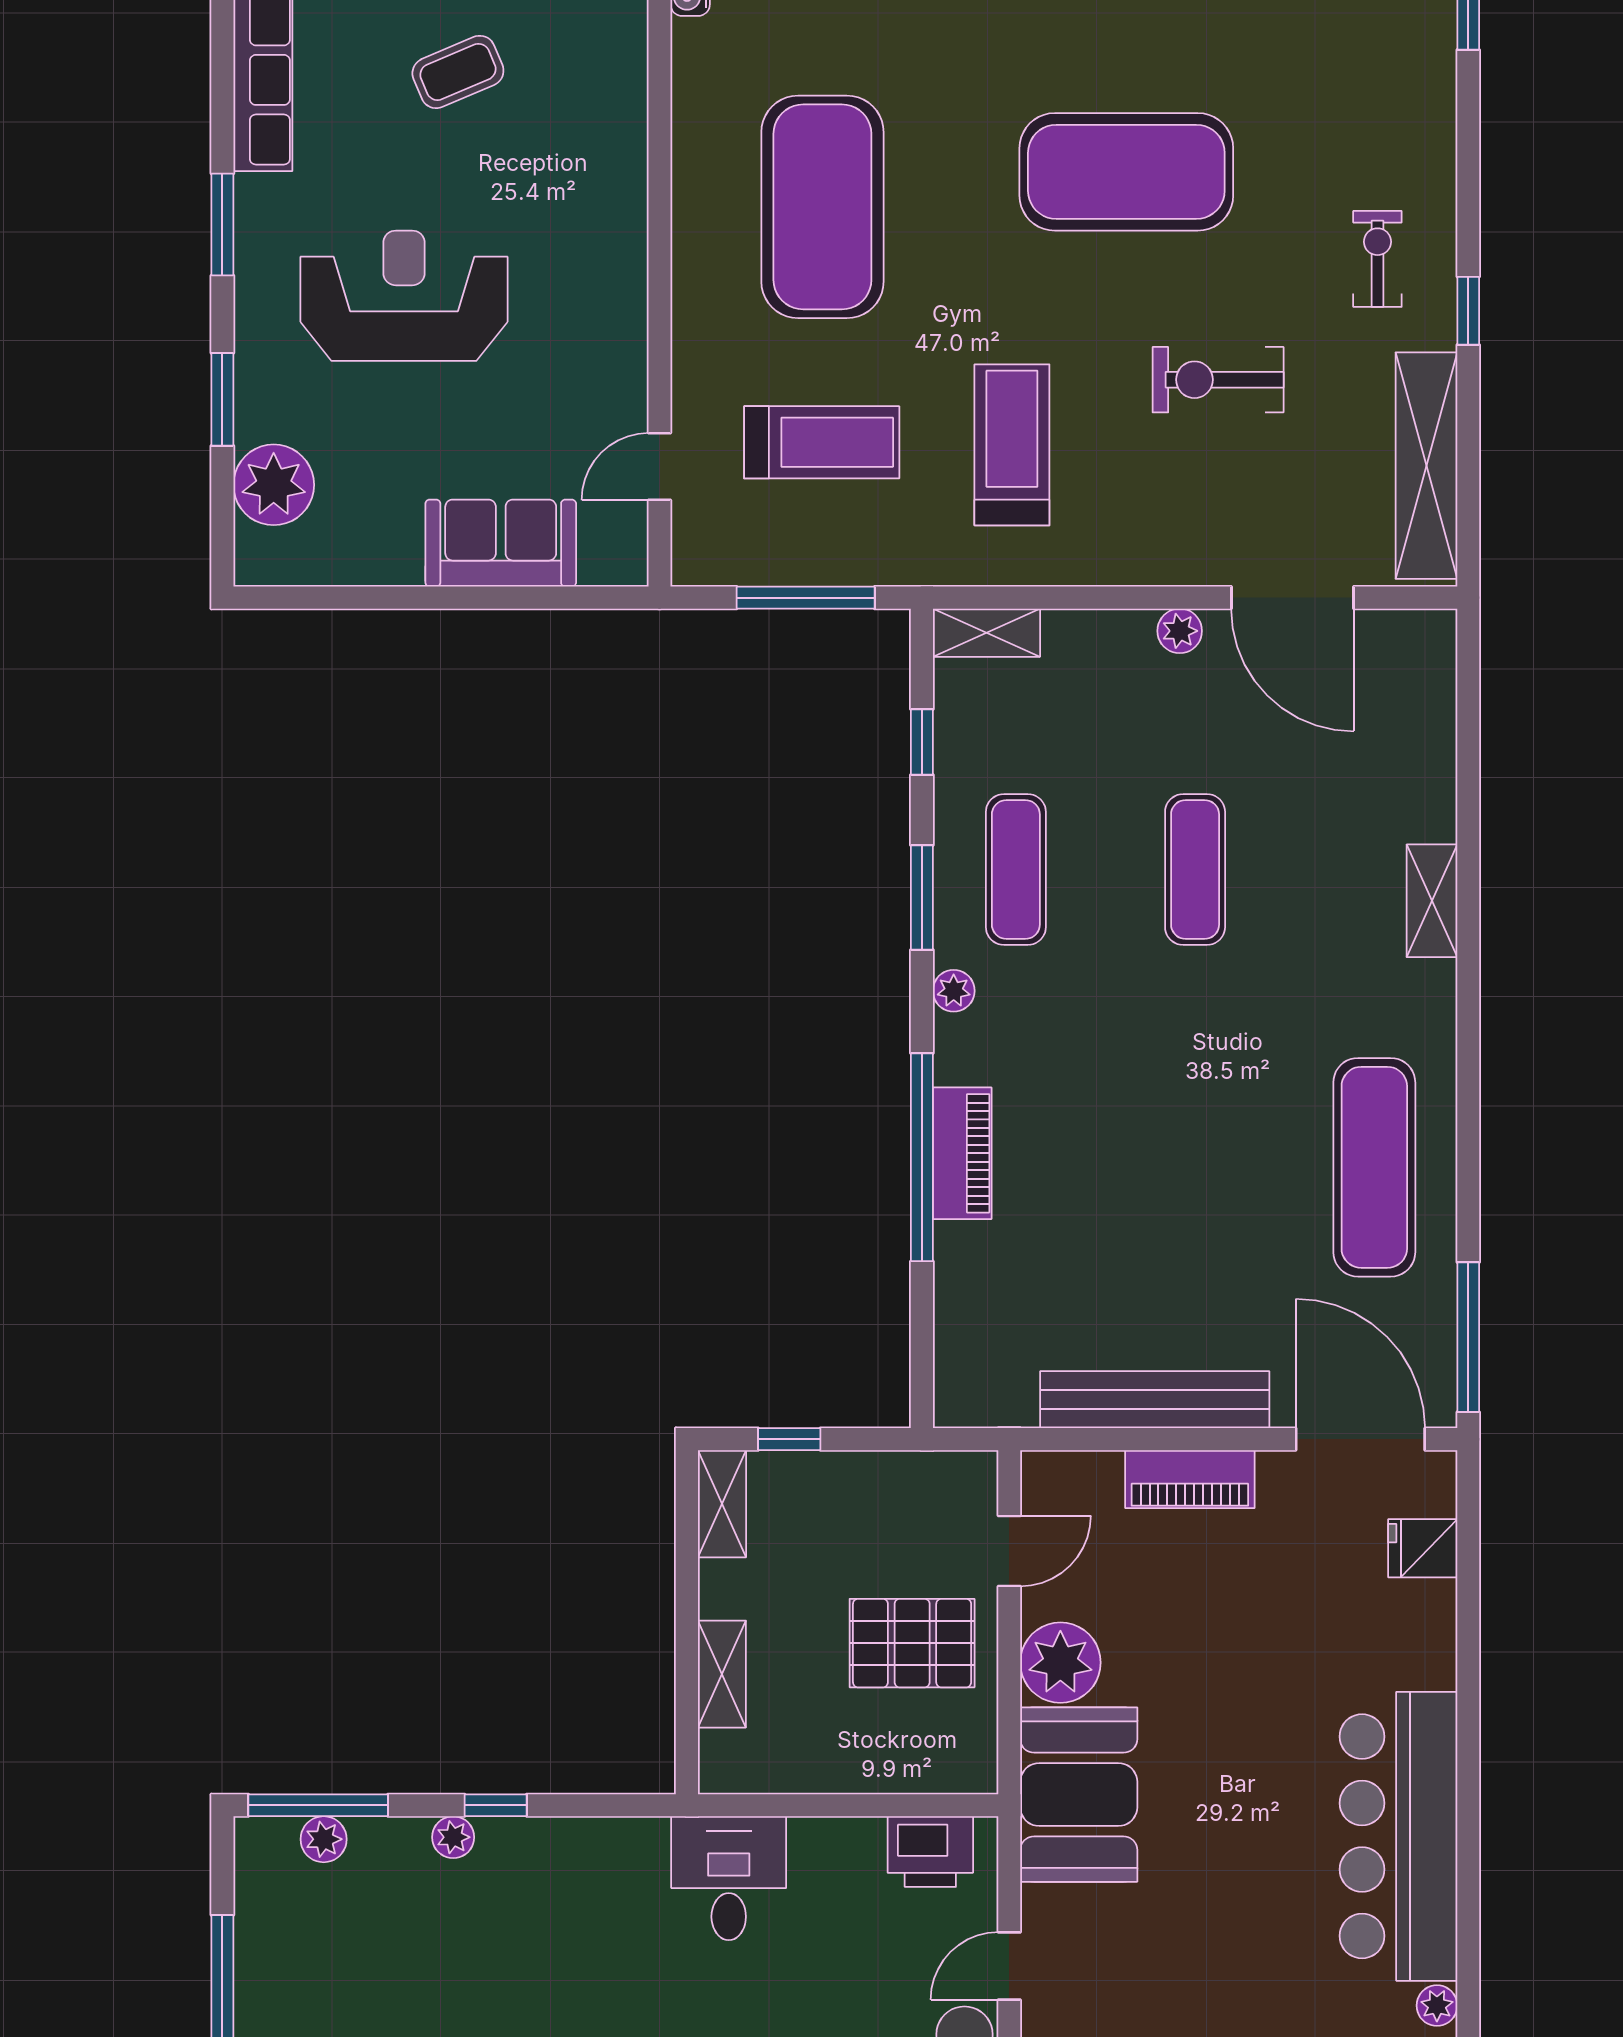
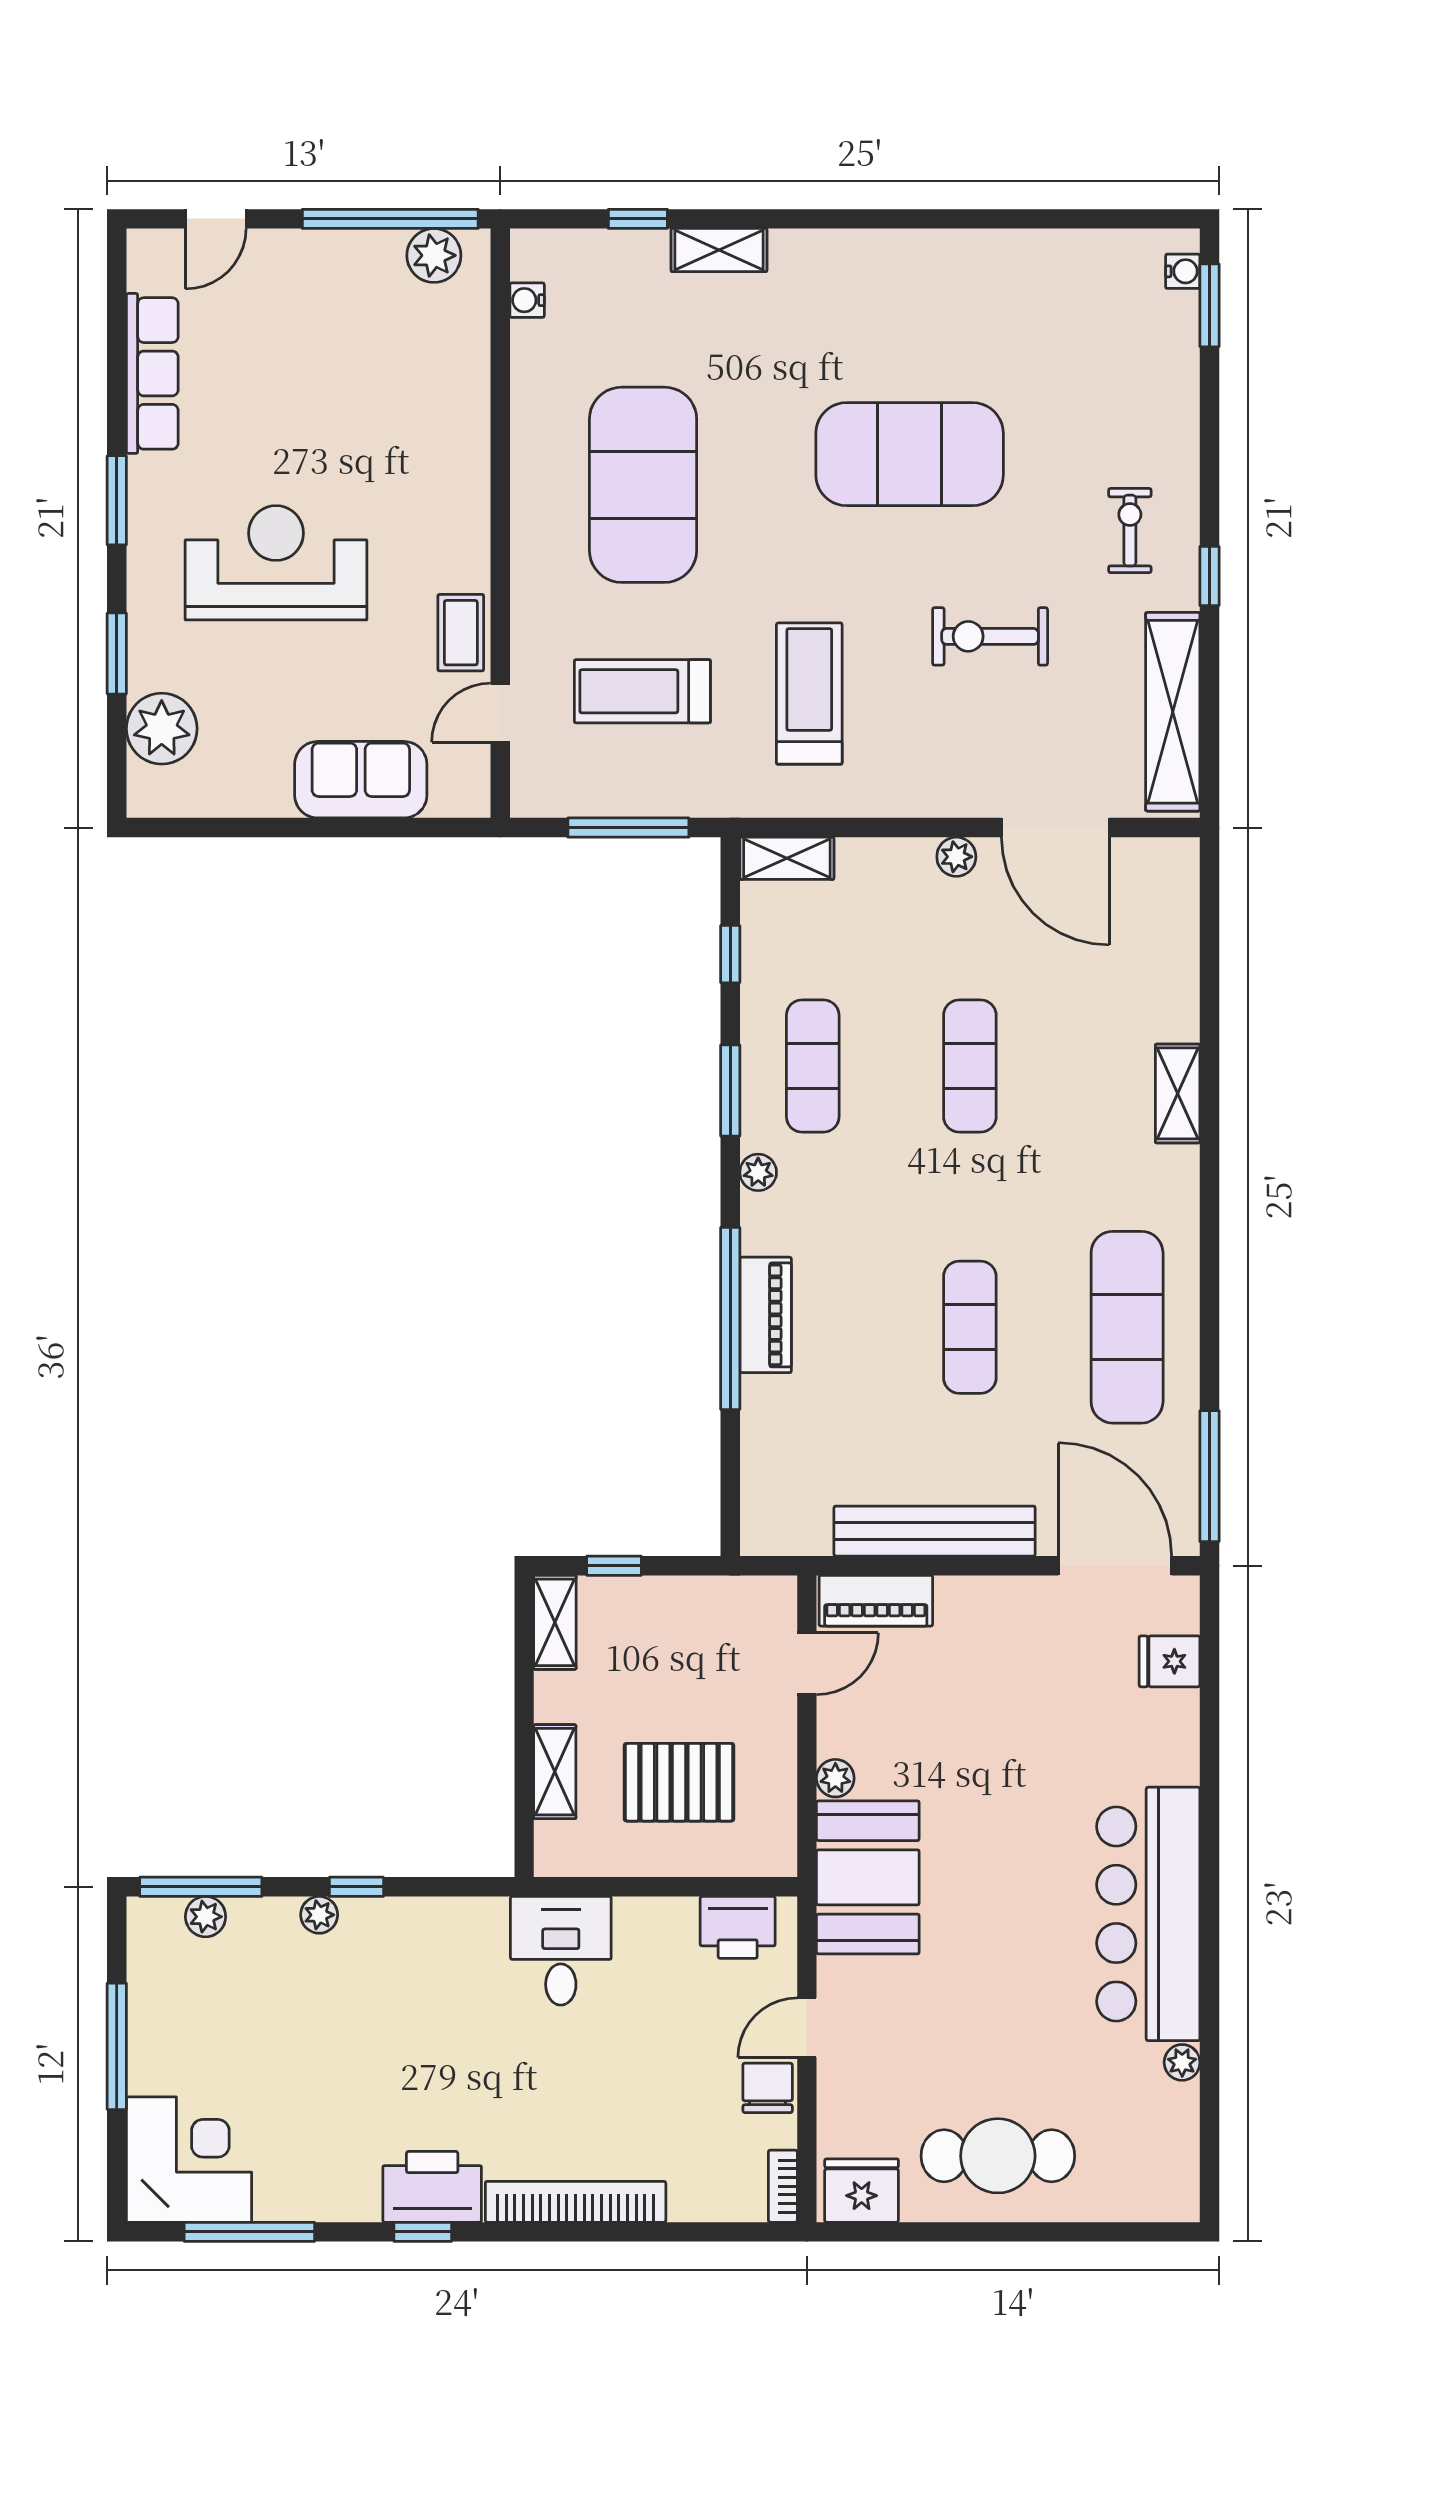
coffee table: (458, 72) -> (461, 633), moved, turned -67
treadmill: (822, 442) -> (642, 691), turned 180
exercise mat: (1195, 1167) -> (970, 1327), added
piano: (1190, 1479) -> (876, 1601), moved
pallet: (912, 1643) -> (679, 1782), moved
plant: (1060, 1663) -> (835, 1778), width x0.53, depth x0.53

